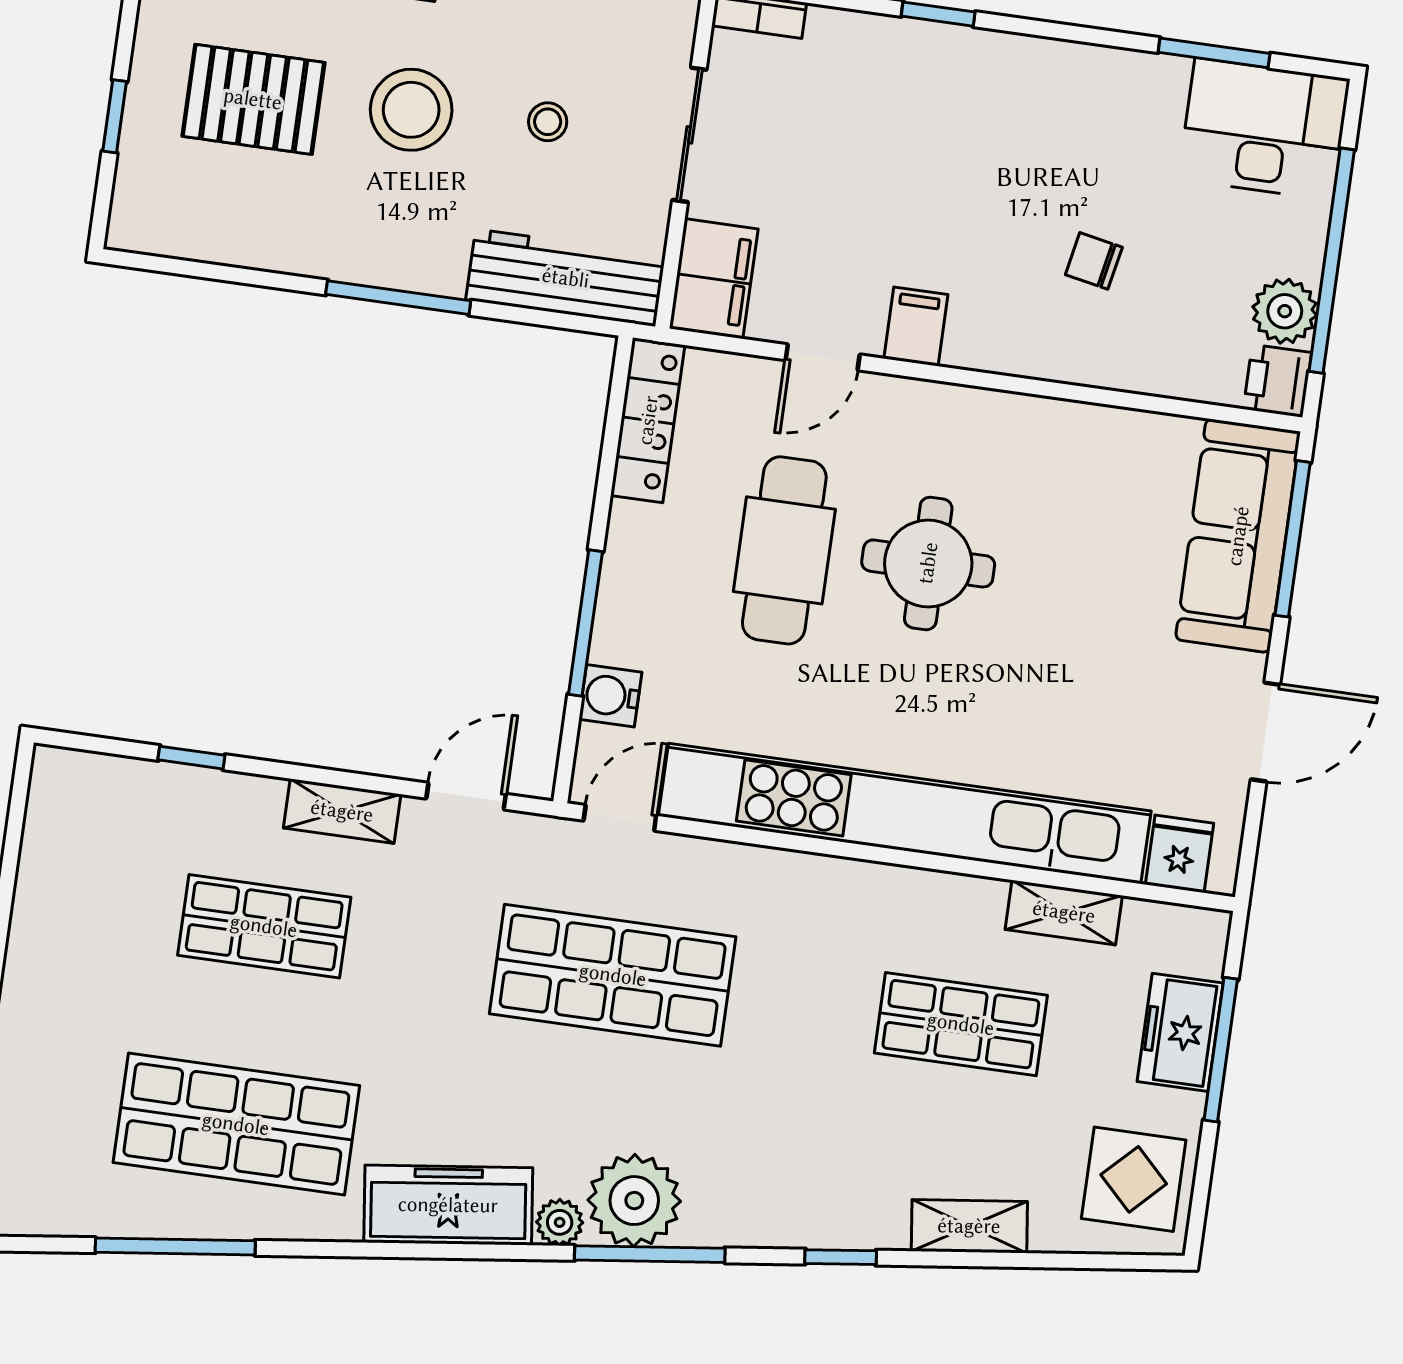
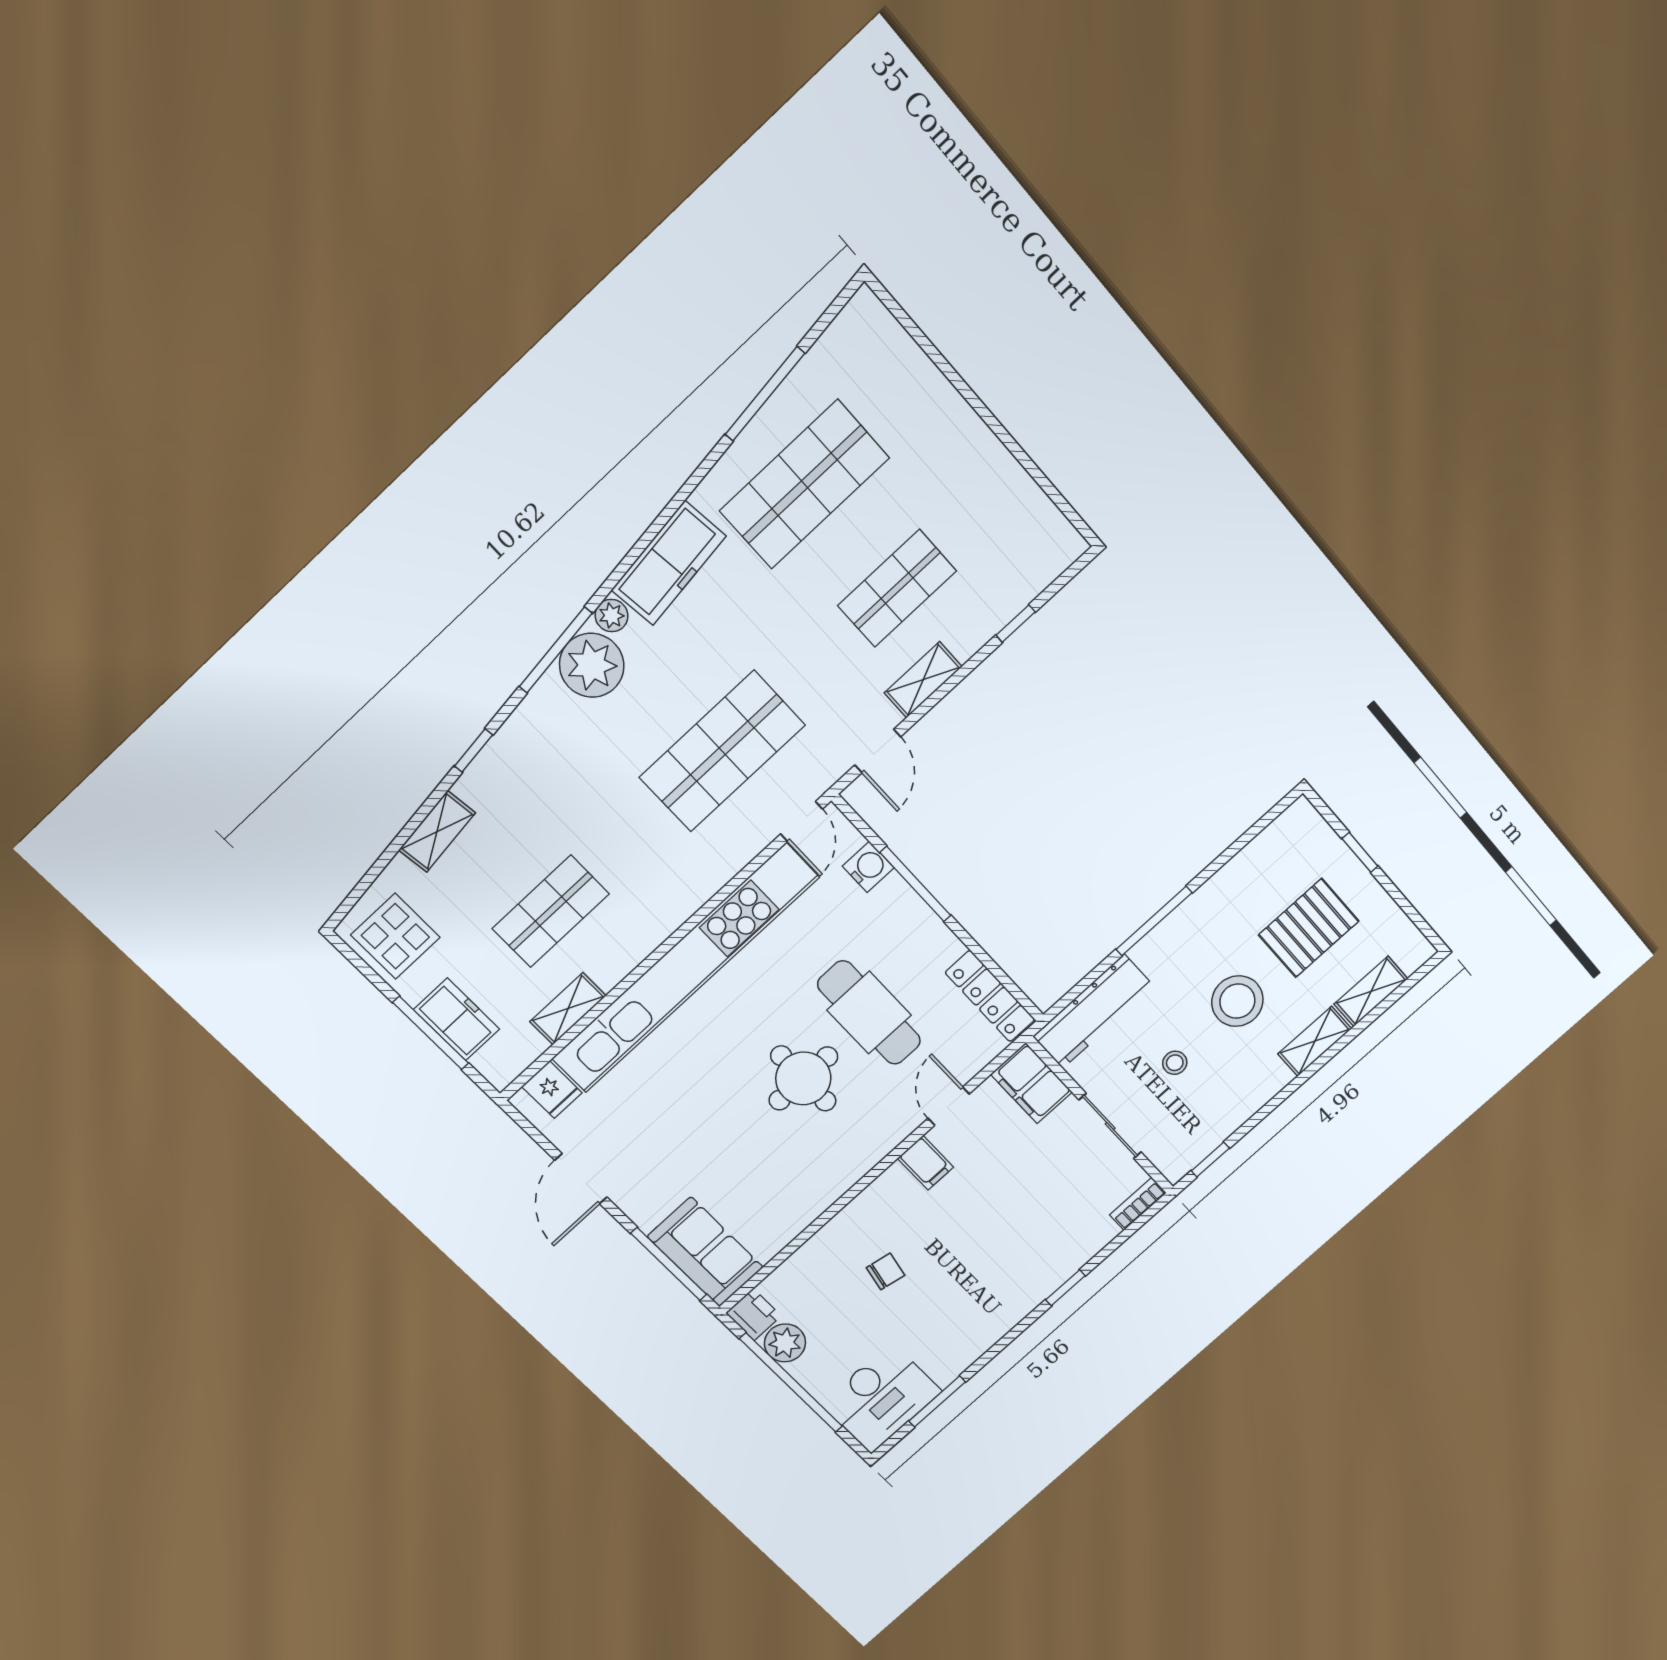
sofa: (1238, 536) -> (705, 1252), width x0.73

